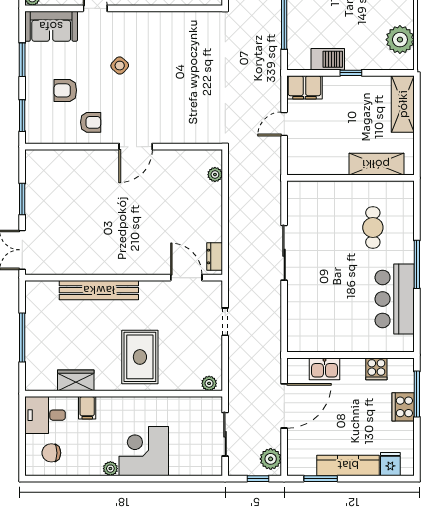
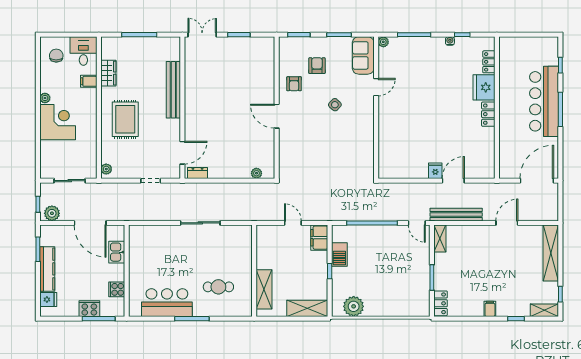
rug: (140, 357) -> (125, 119), turned 90

